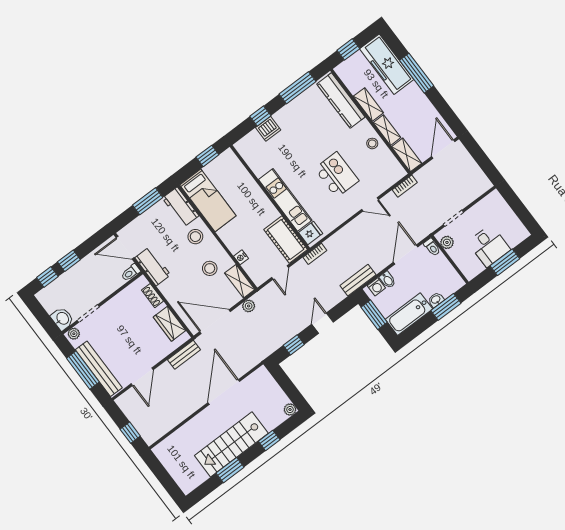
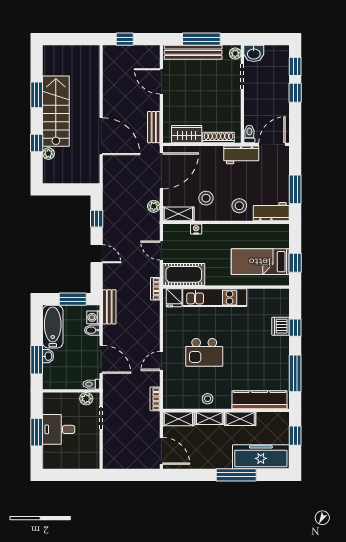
bed: (208, 200) -> (260, 262), moved
shoe rack: (153, 296) -> (219, 137), width x1.43
plant: (290, 410) -> (48, 154), moved

